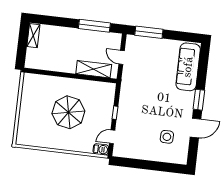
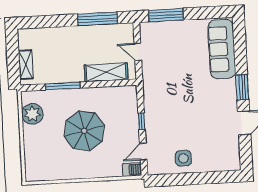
shelving: (33, 36) -> (26, 65), moved
window: (58, 74) -> (63, 86), added
plant: (30, 92) -> (32, 114), added
side table: (167, 137) -> (183, 158), moved

